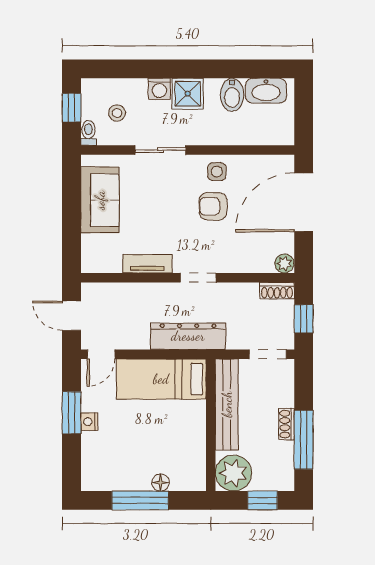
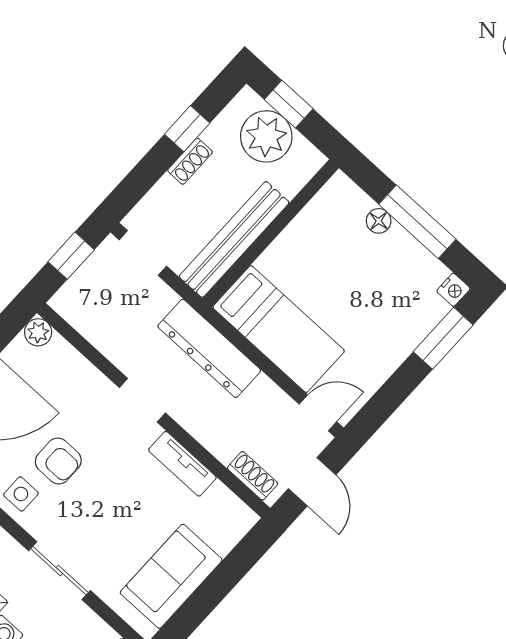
shoe rack: (277, 291) -> (253, 476), moved
window: (72, 413) -> (443, 338), moved
nightstand: (89, 422) -> (453, 290), moved
window: (304, 440) -> (187, 129), width x0.46
plant: (233, 473) -> (266, 136), moved

